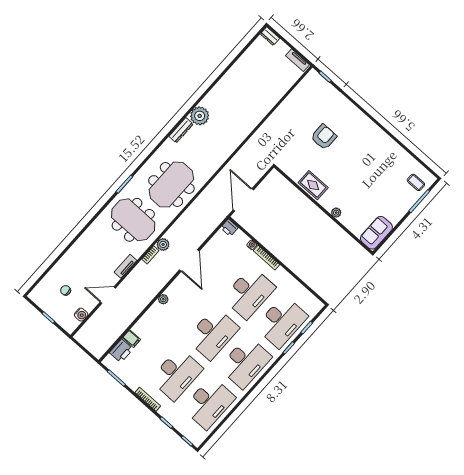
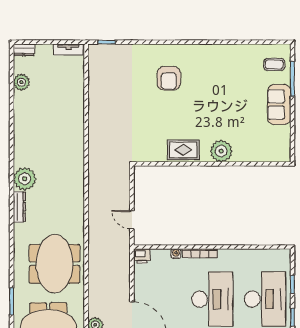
plant: (251, 55) -> (21, 82), added
armchair: (324, 137) -> (169, 78), moved, turned 180
door: (243, 200) -> (132, 220), width x0.53
plant: (336, 213) -> (221, 151), width x1.88, depth x1.88
sofa: (376, 233) -> (279, 105), moved

